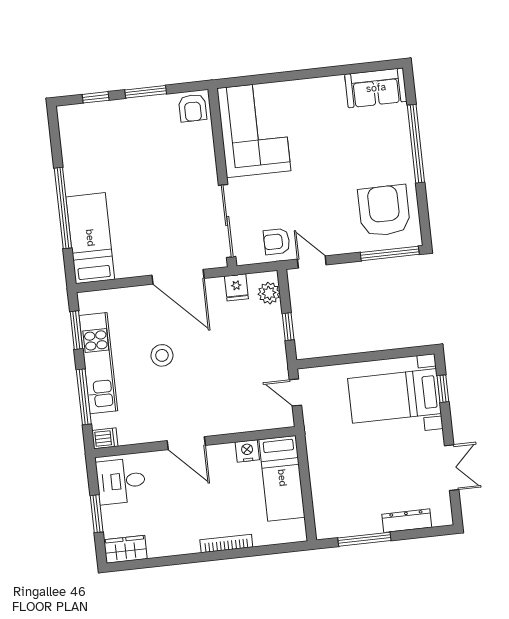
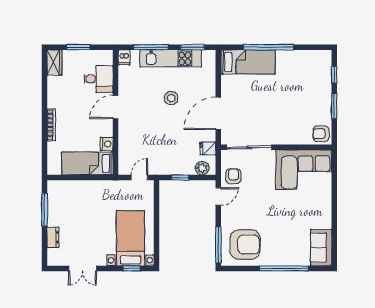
desk: (121, 481) -> (98, 79), moved, turned 90
dresser: (407, 521) -> (53, 237), width x0.70

